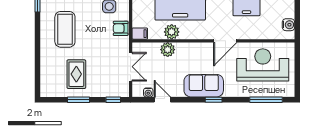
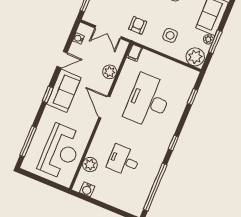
armchair: (121, 28) -> (138, 25), moved
plant: (172, 32) -> (90, 165), moved
door: (225, 41) -> (104, 107), moved
door: (162, 100) -> (62, 60), moved

